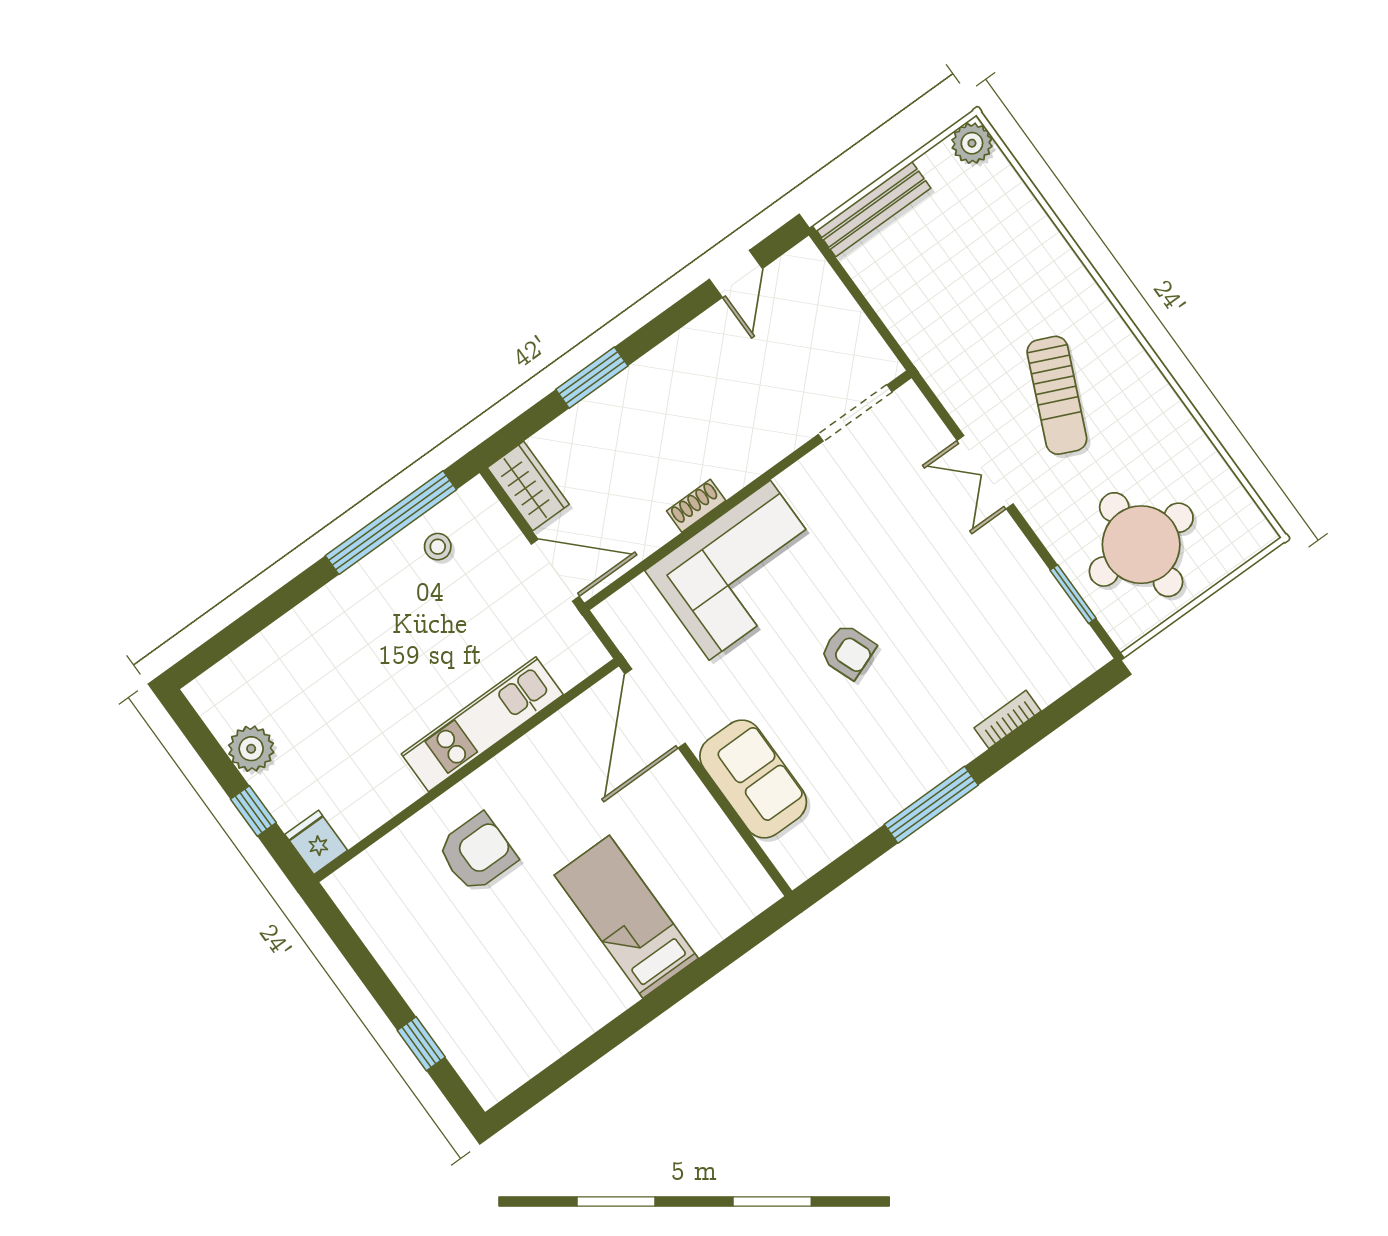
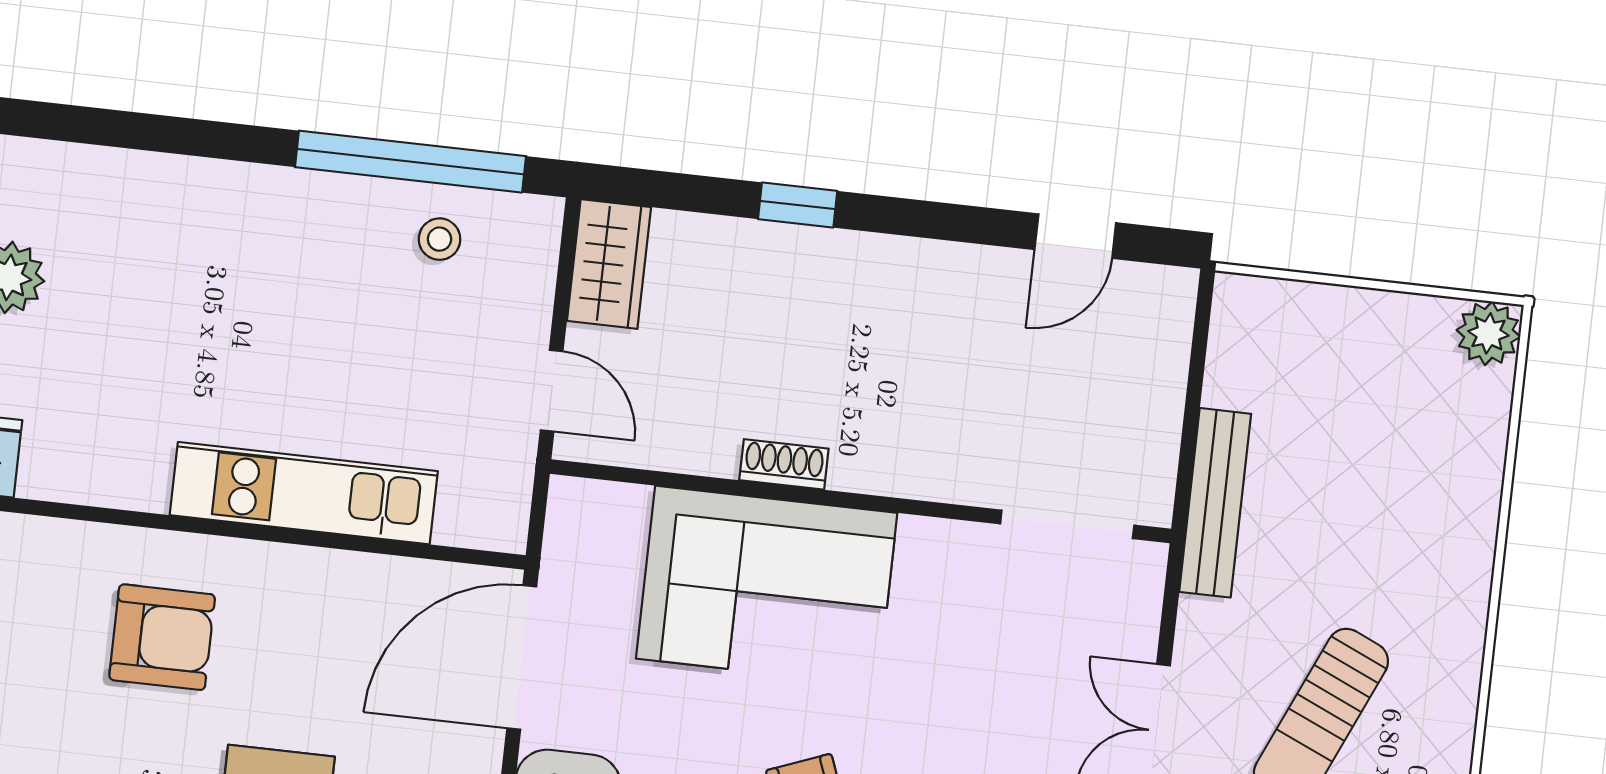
bench: (874, 209) -> (1215, 503), moved, turned 90
window: (592, 378) -> (798, 205), width x0.67
door: (555, 570) -> (552, 391), width x0.73

